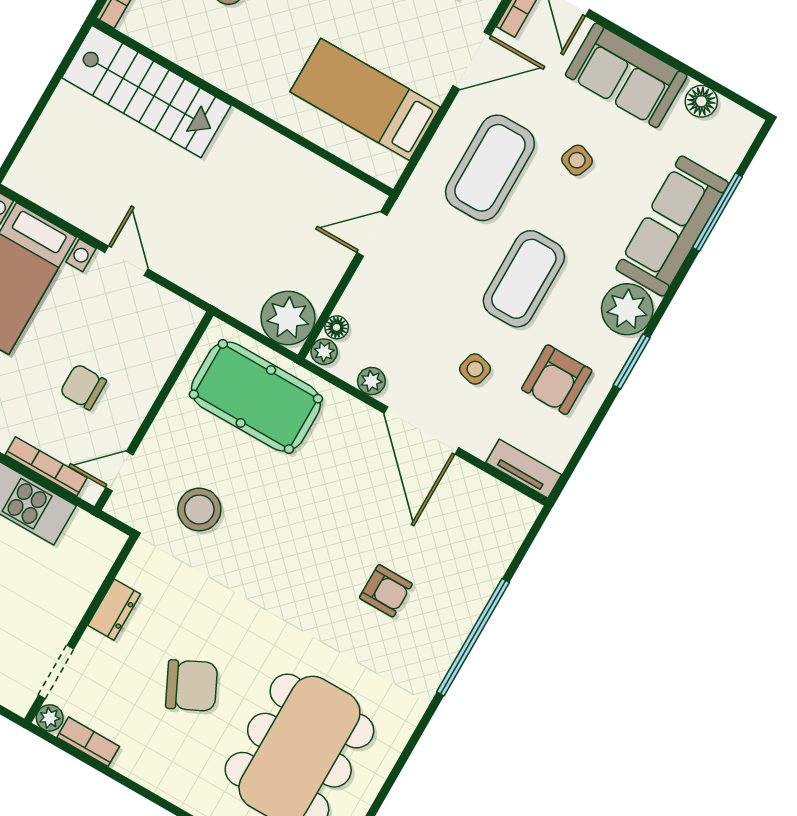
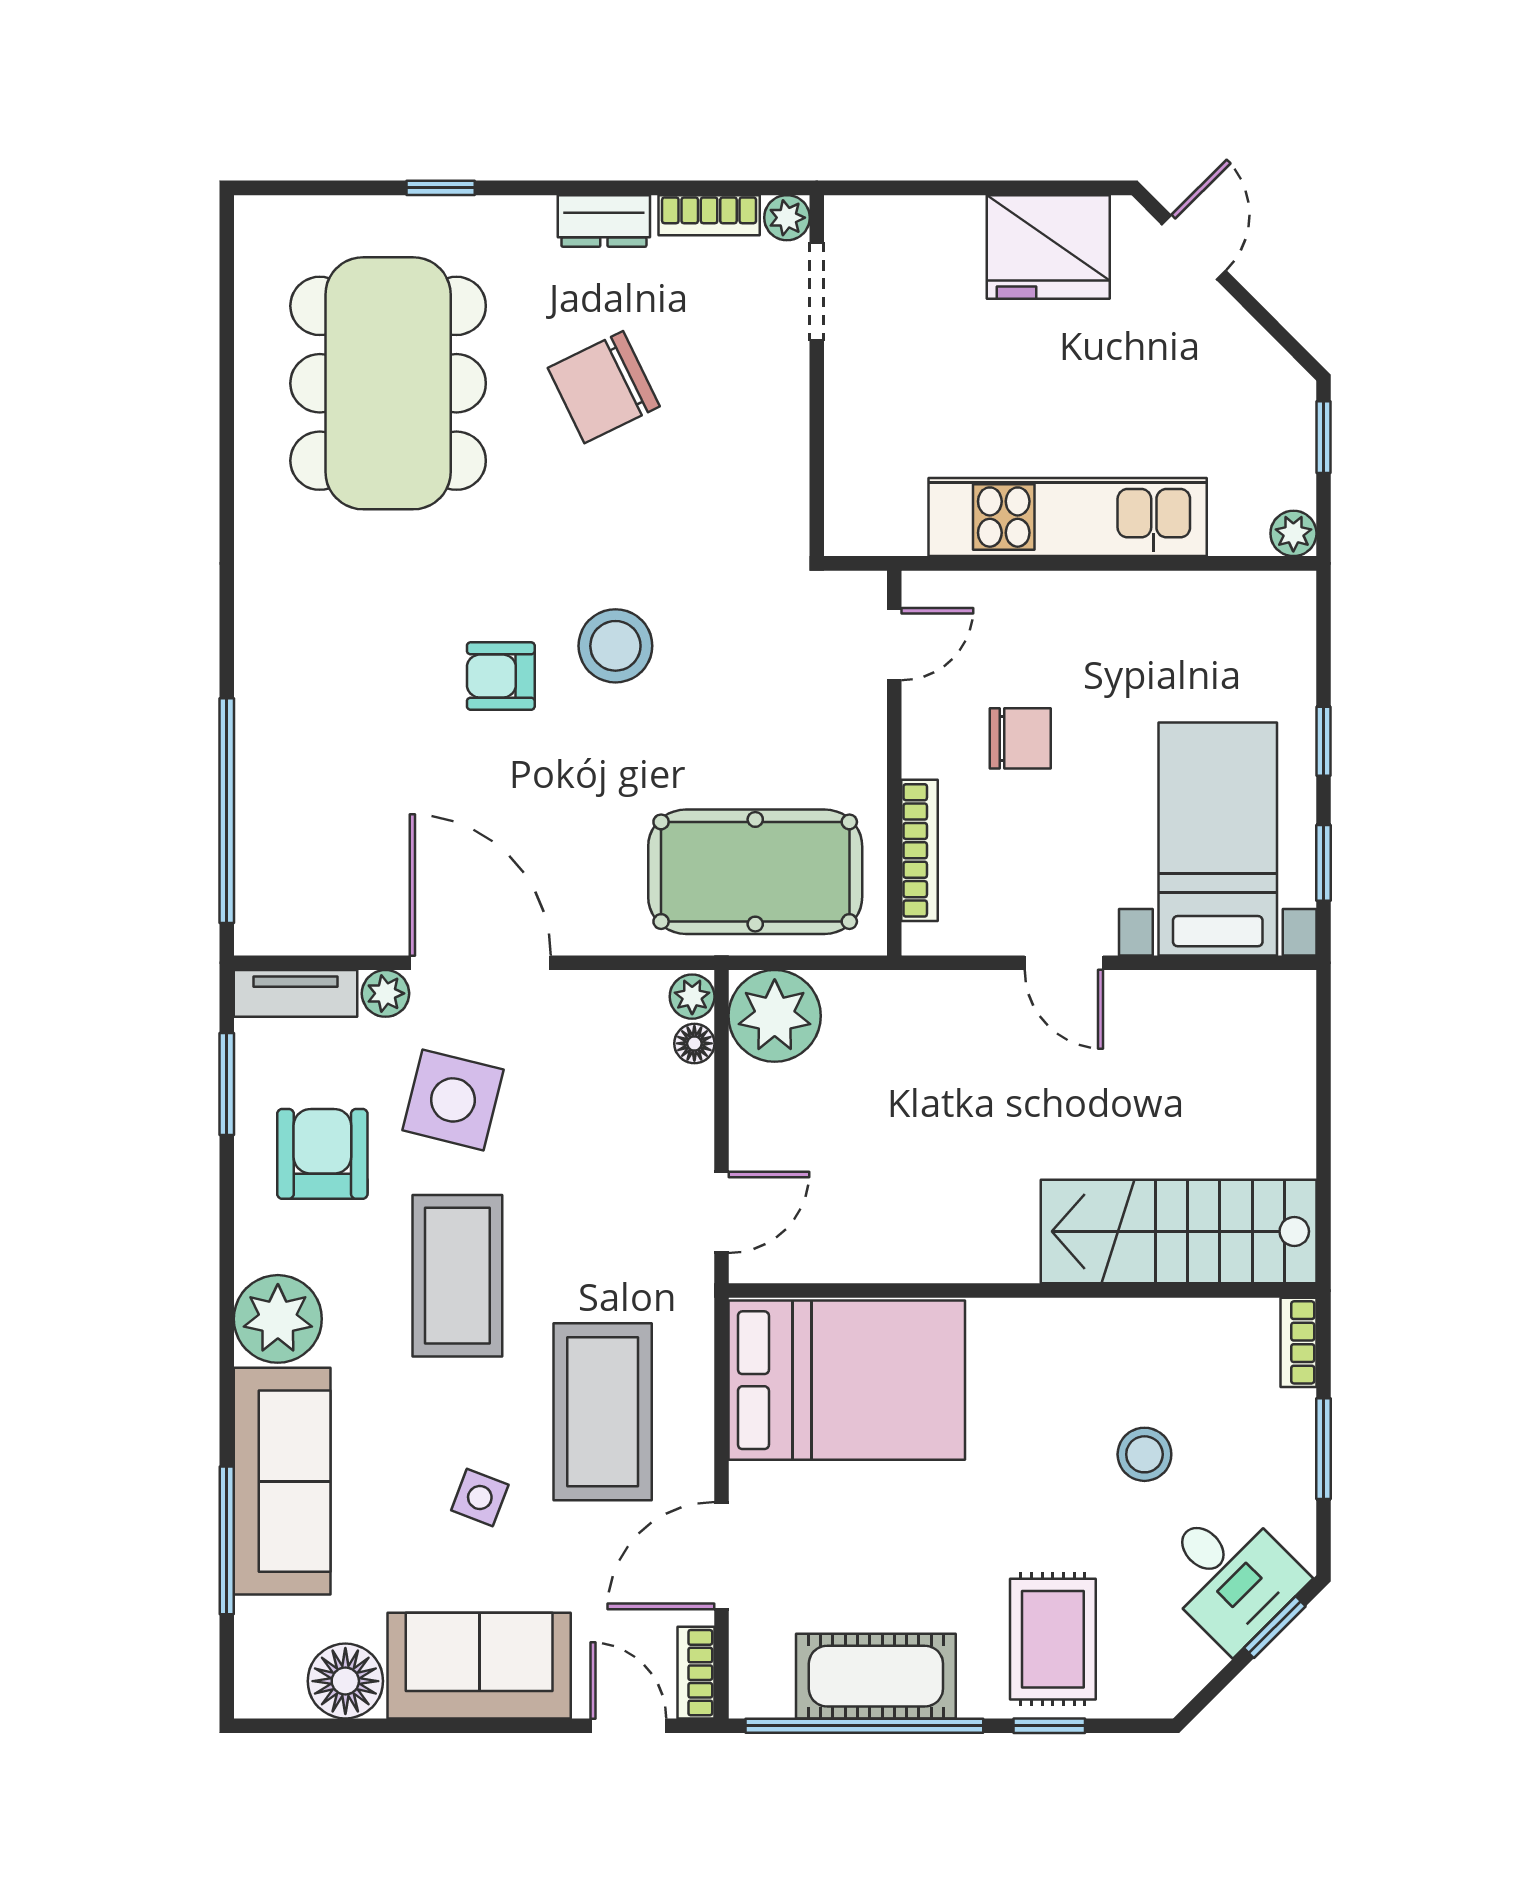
bed: (365, 99) -> (847, 1380), width x1.50
floor lamp: (701, 101) -> (345, 1681), width x1.38, depth x1.38
window: (632, 361) -> (227, 1084), moved
side table: (475, 369) -> (453, 1100), width x1.87, depth x1.87
plant: (371, 381) -> (385, 993), moved
bookcase: (46, 466) -> (920, 850), moved, turned -90
stool: (199, 510) -> (615, 646), moved
armchair: (386, 591) -> (501, 676), moved
dresser: (114, 610) -> (604, 221), moved, turned -90
window: (473, 637) -> (227, 811), moved

